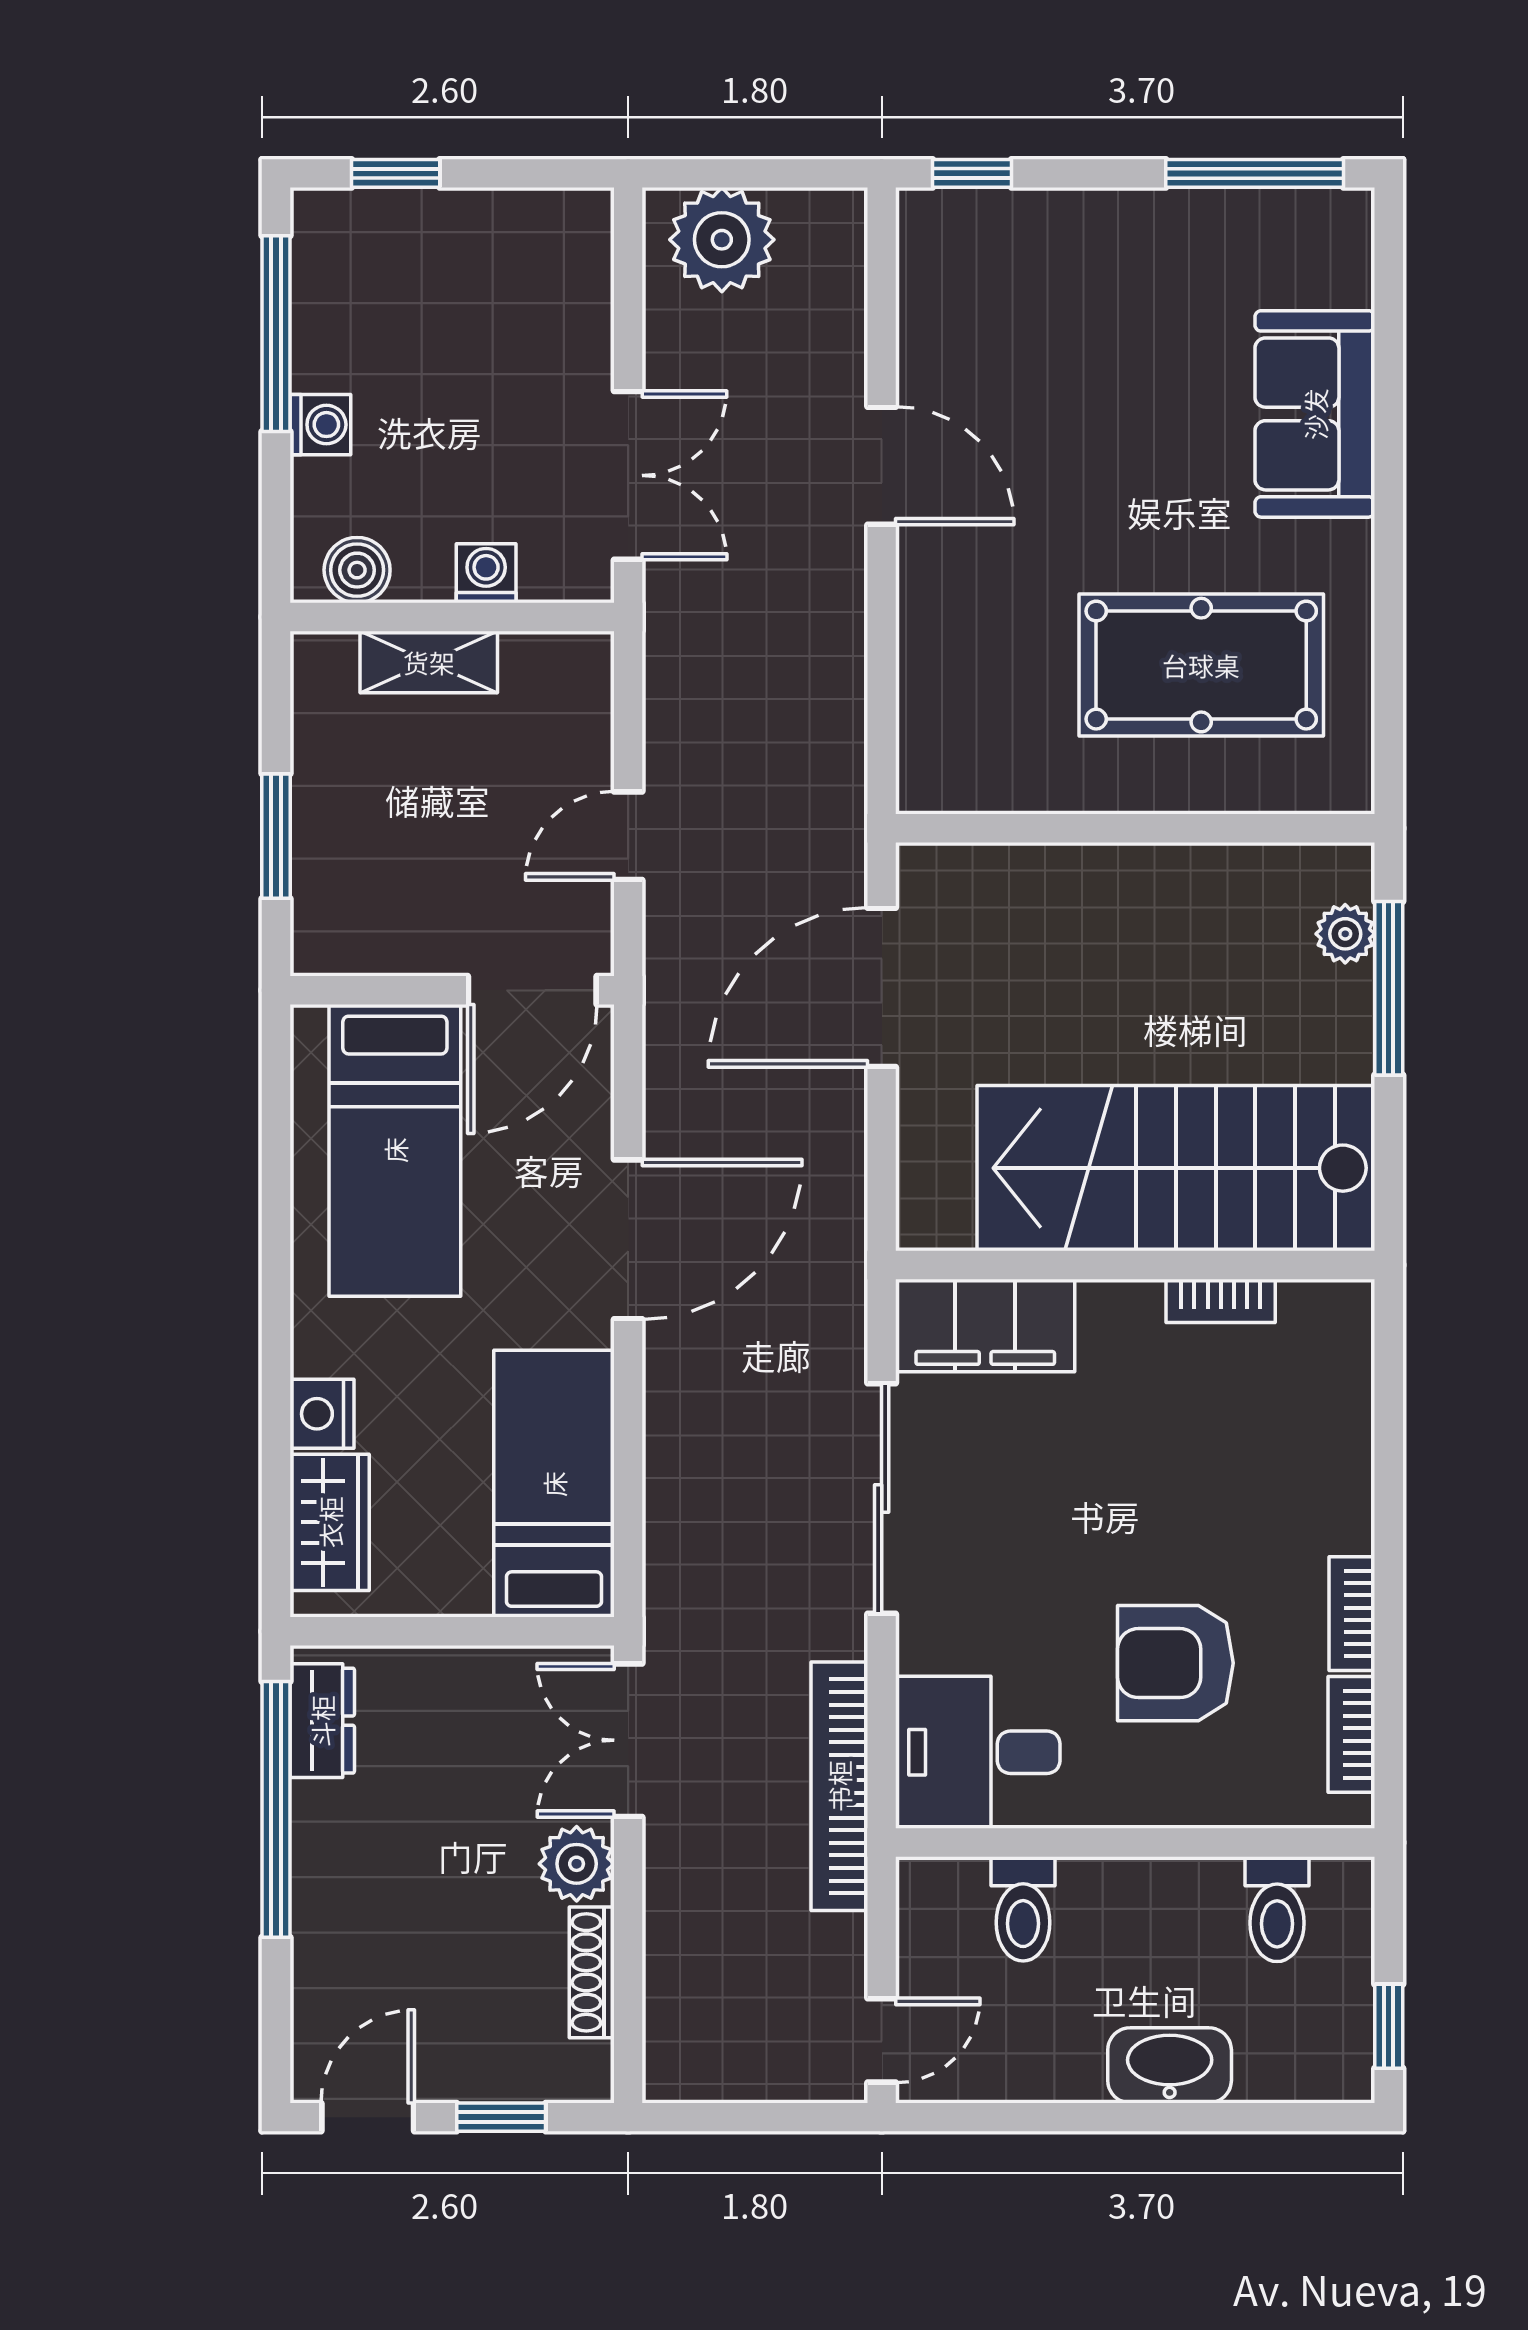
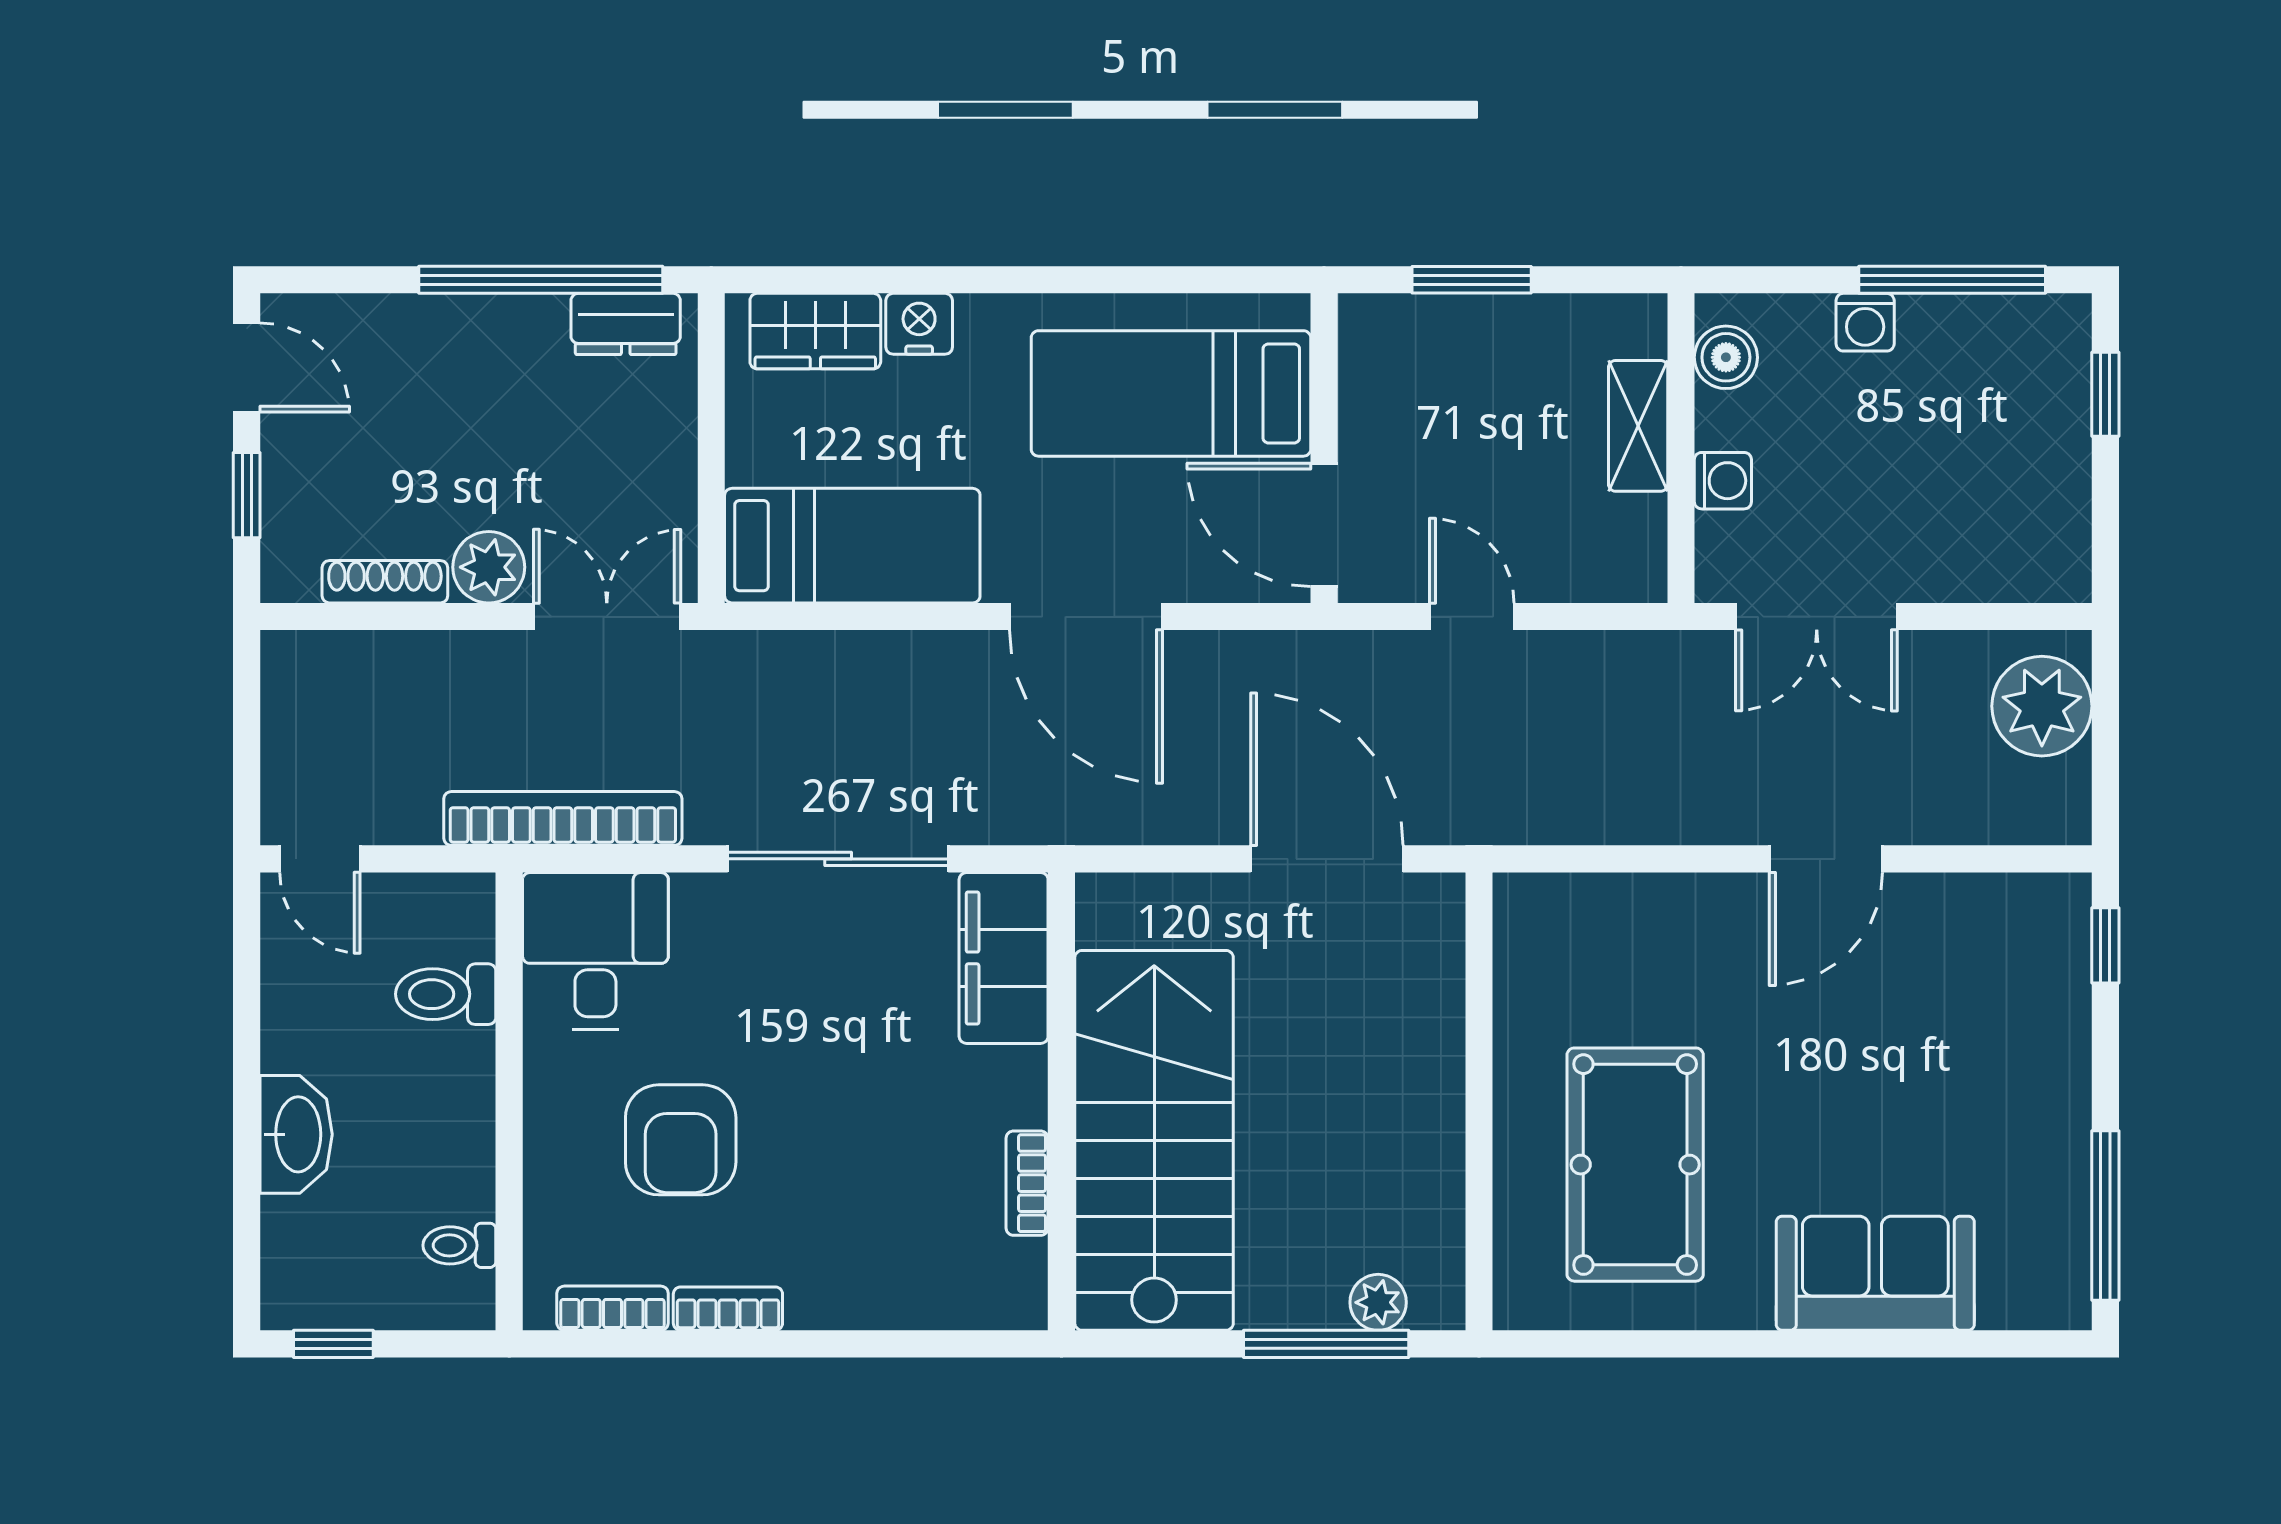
armchair: (1175, 1663) -> (681, 1140), turned 180
toilet: (1277, 1909) -> (459, 1245), width x0.73, depth x0.72

